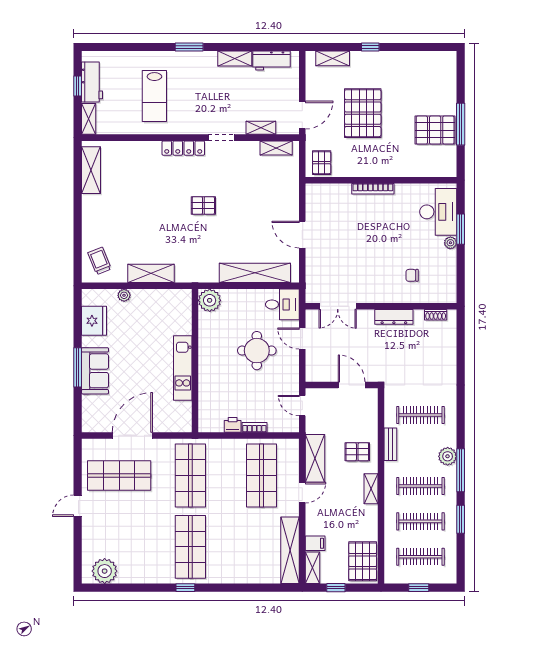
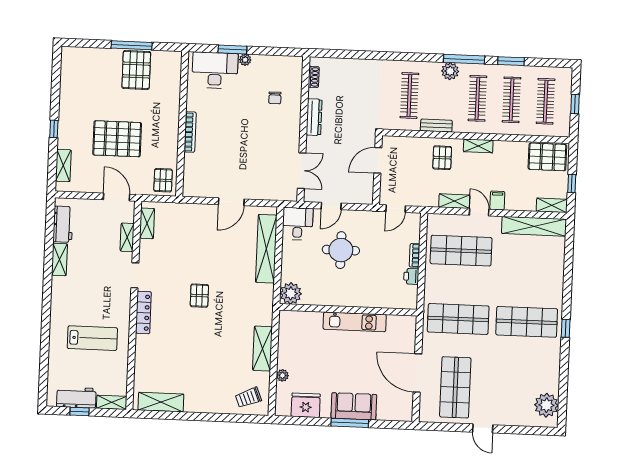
window: (189, 47) -> (47, 303), removed
pallet: (322, 163) -> (163, 180), turned 90
shelving: (315, 458) -> (454, 201), width x0.67, depth x0.75
filing cabinet: (315, 543) -> (497, 201), moved

